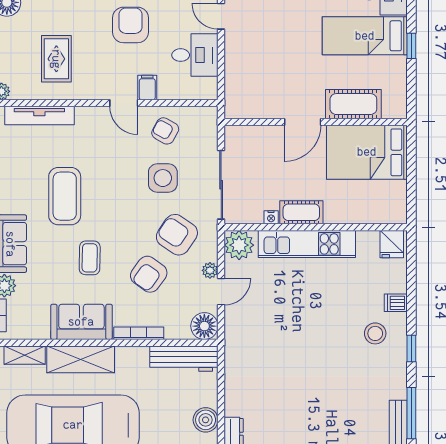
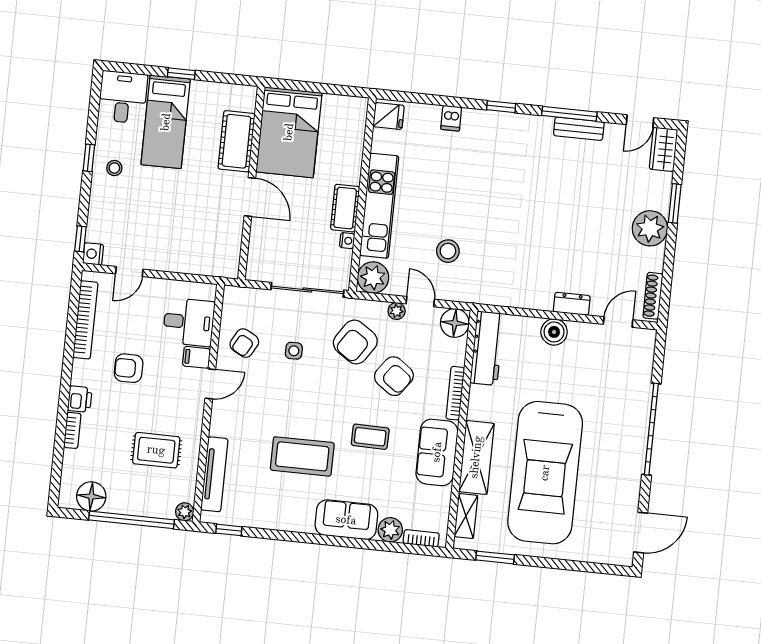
armchair: (130, 25) -> (129, 368), width x0.72, depth x0.72
desk: (195, 55) -> (189, 322), moved, turned 90
side table: (163, 178) -> (294, 351), width x0.54, depth x0.54
stool: (375, 333) -> (448, 251), moved

